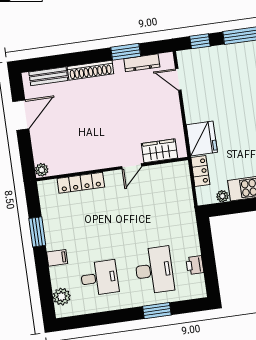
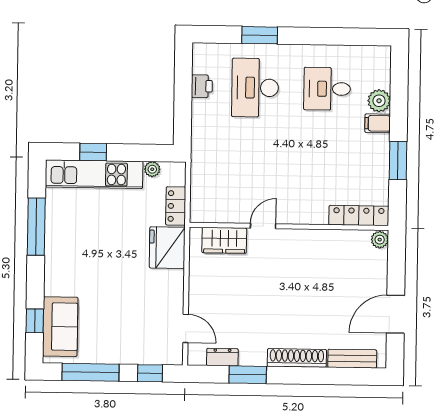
dresser: (142, 63) -> (222, 357), width x0.70
locker: (81, 183) -> (359, 216), moved
plant: (62, 297) -> (379, 101), moved

